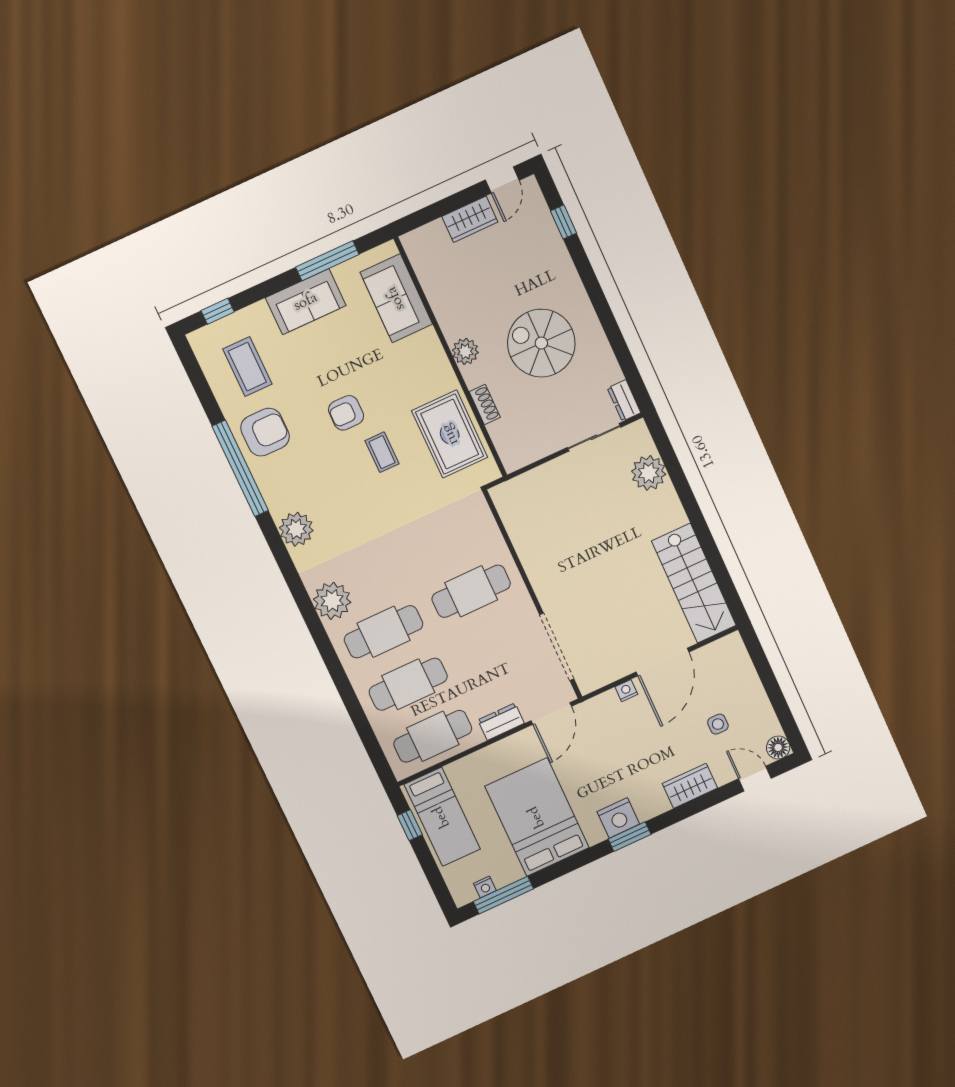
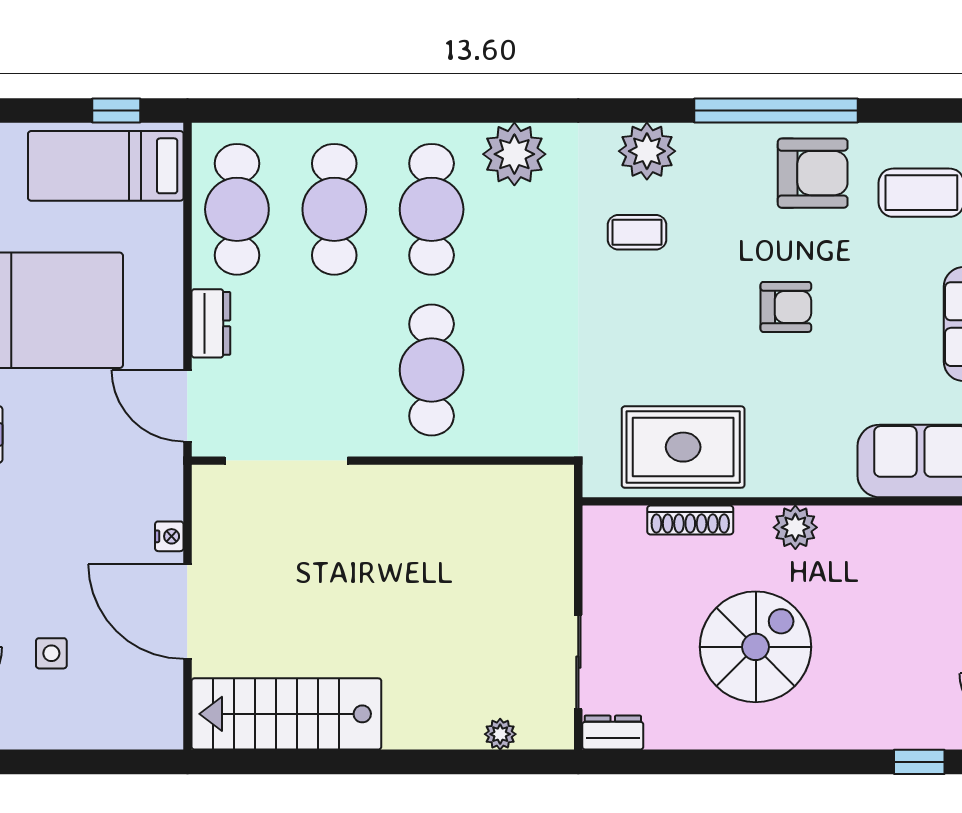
shoe rack: (485, 404) -> (690, 520), width x1.43
armchair: (346, 413) -> (786, 307), turned 90
armchair: (265, 432) -> (813, 173), turned -90
coffee table: (382, 452) -> (637, 232), moved
plant: (649, 473) -> (500, 734), width x0.53, depth x0.53

